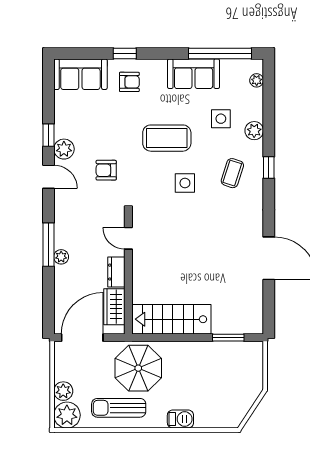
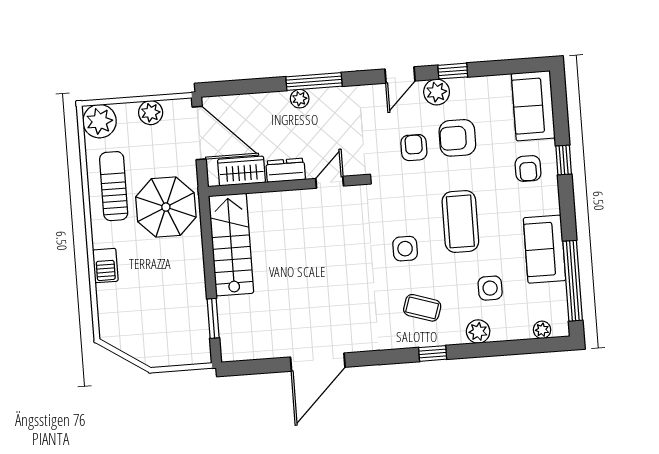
armchair: (101, 135) -> (457, 138), added
plant: (63, 391) -> (151, 113), moved

